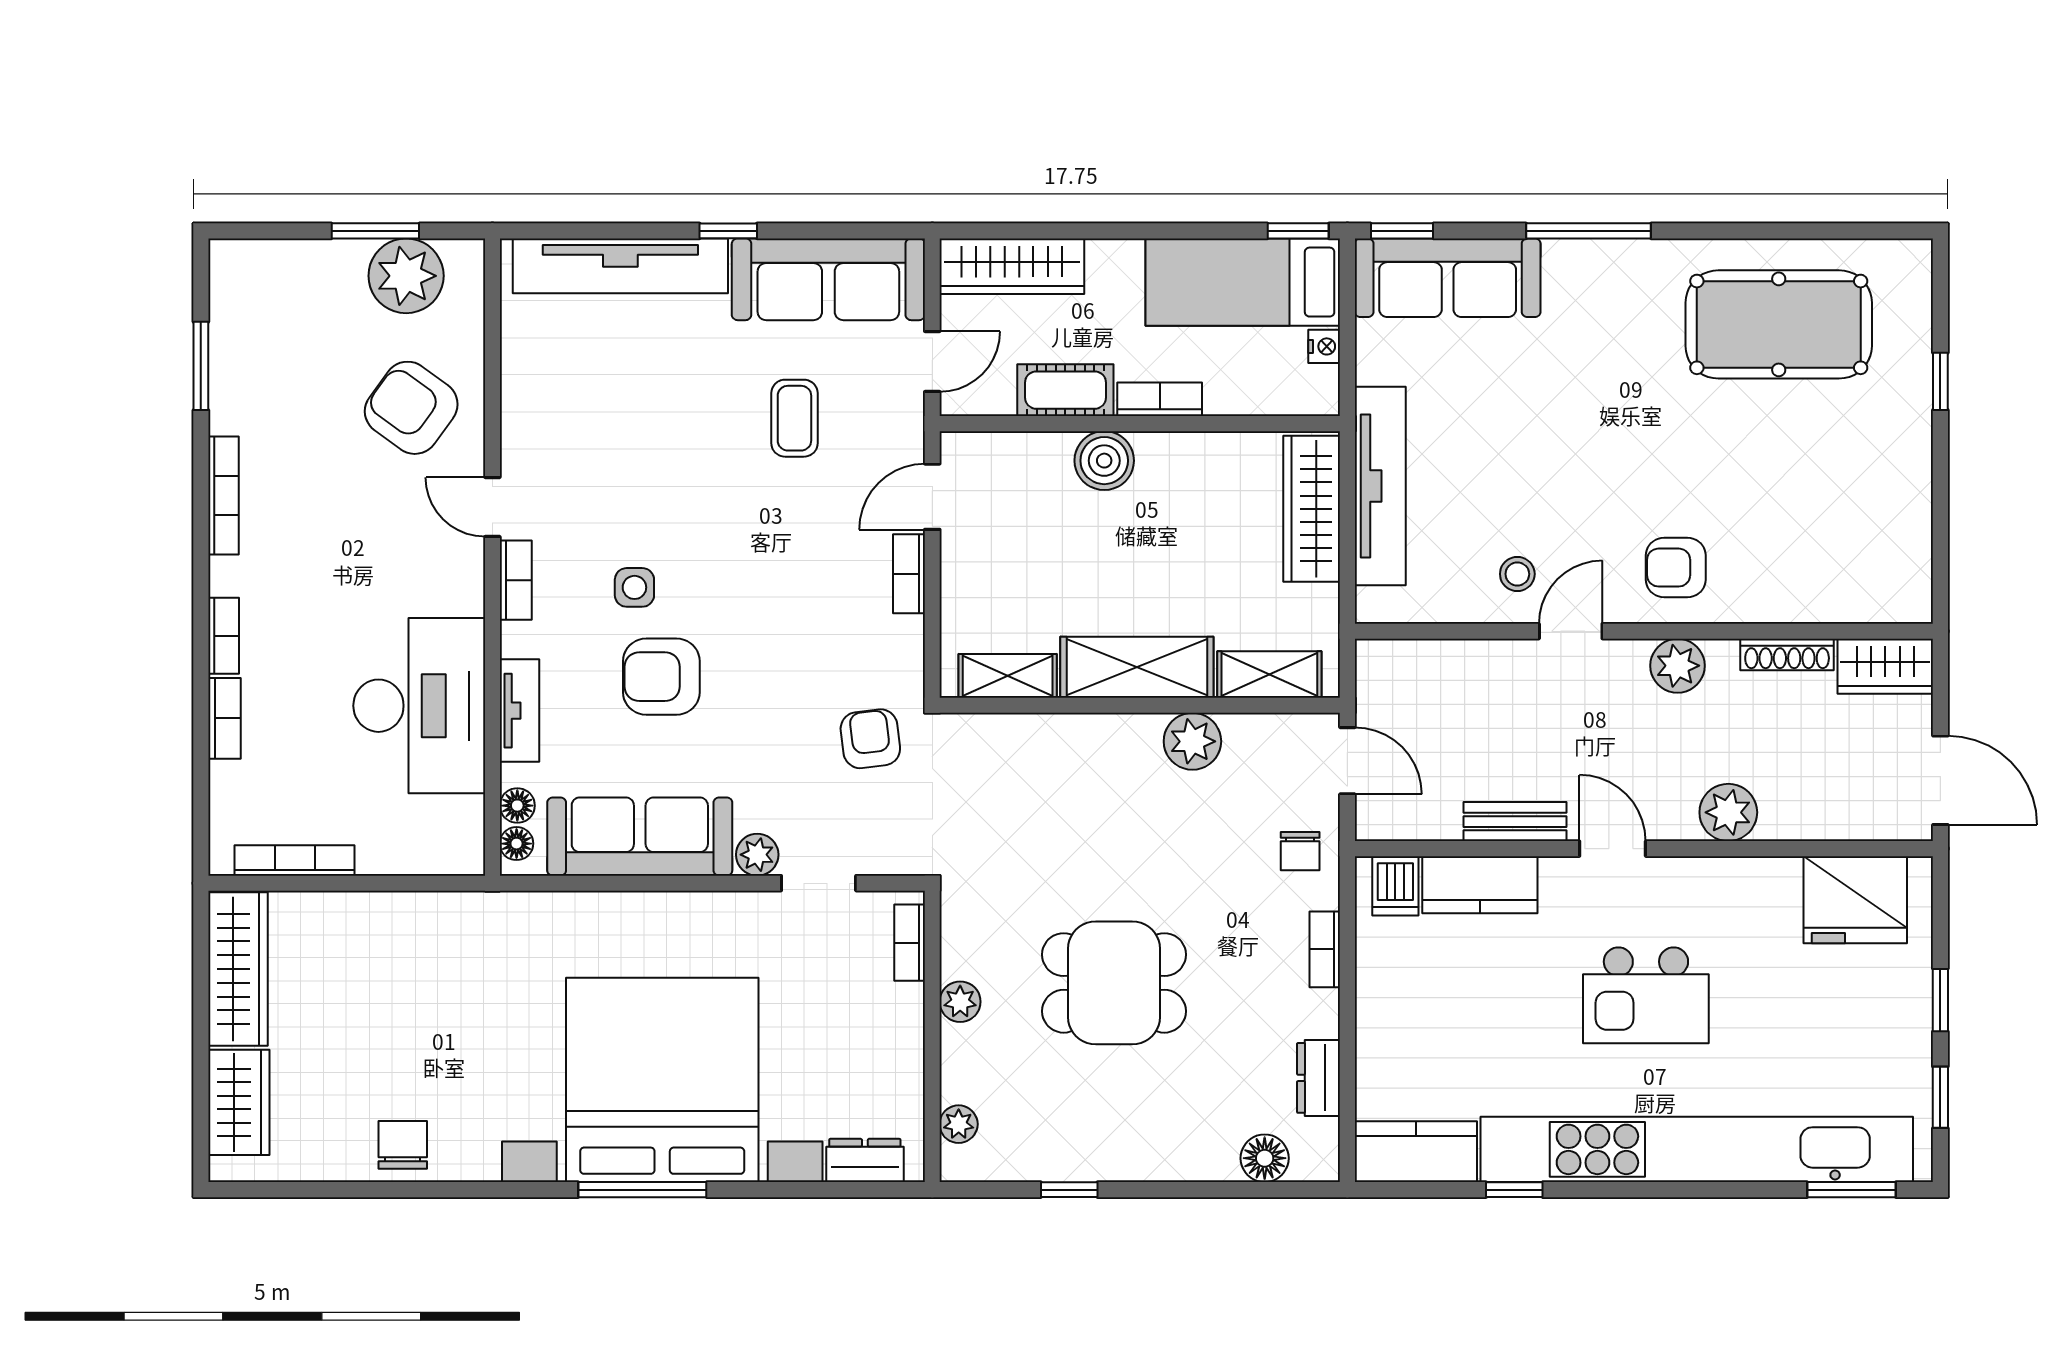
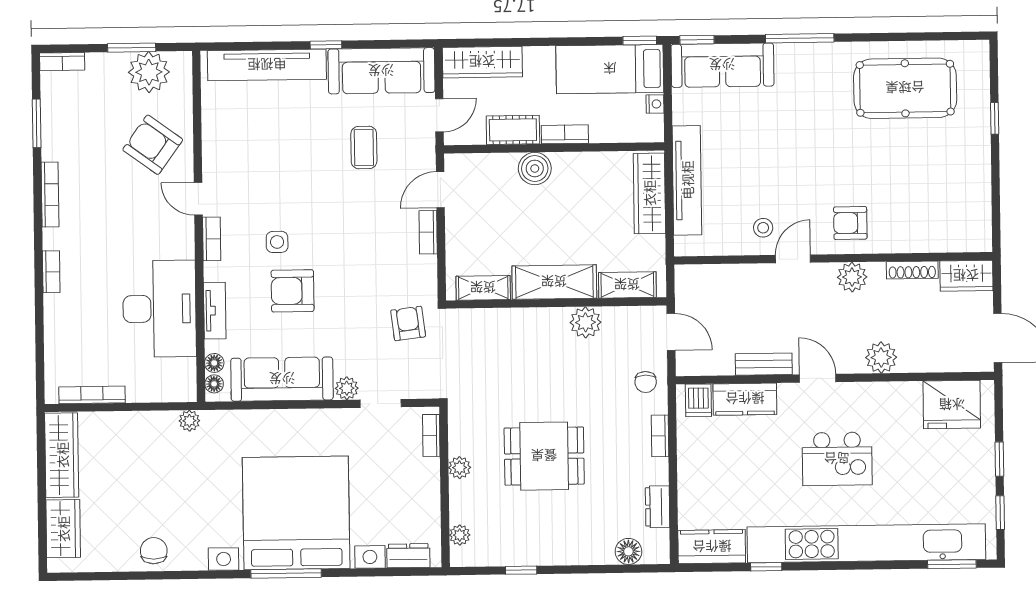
bookcase: (225, 718) -> (62, 62), moved, turned 90
plant: (471, 910) -> (189, 421), added

